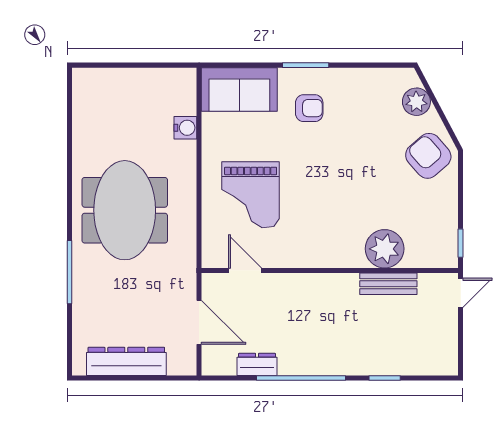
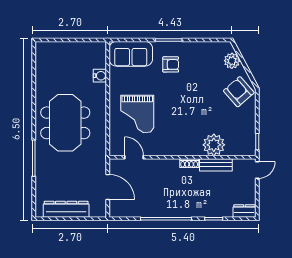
shoe rack: (341, 281) -> (189, 163), added
dresser: (257, 364) -> (244, 211), moved

